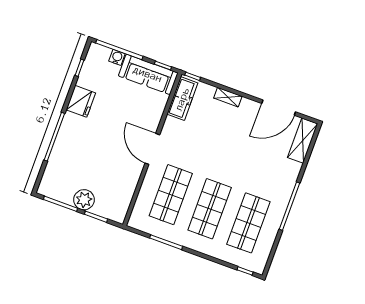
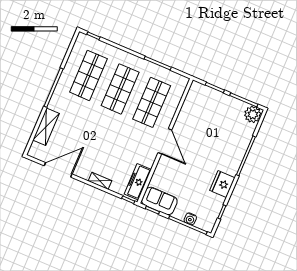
sofa: (148, 74) -> (159, 201), width x0.73
shelving: (303, 141) -> (46, 127), moved
plant: (84, 200) -> (253, 114), moved

